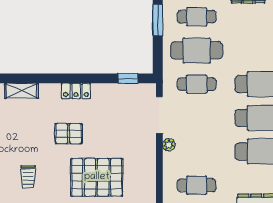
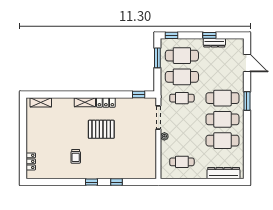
cafe table: (197, 17) -> (182, 56), width x1.37, depth x1.35
shelving: (21, 91) -> (85, 102), moved
pallet: (69, 134) -> (101, 129), width x1.50, depth x1.42
pallet: (97, 177) -> (119, 157), removed

